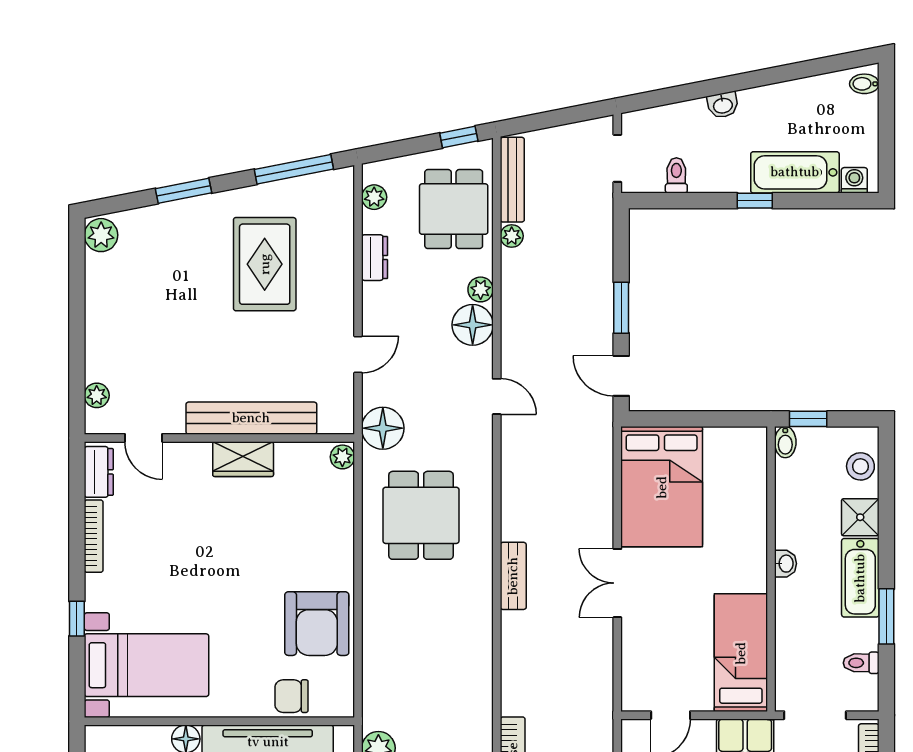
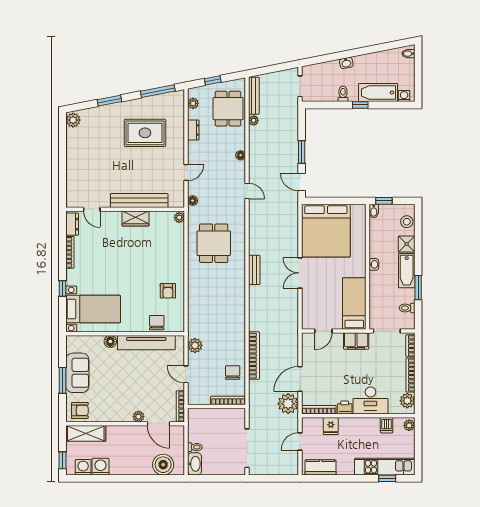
window: (459, 137) -> (213, 80), moved
toilet: (676, 175) -> (343, 94), moved
rug: (265, 264) -> (145, 133), turned 90
plant: (481, 289) -> (240, 144), removed
floor lamp: (473, 325) -> (241, 155), width x0.53, depth x0.53
plant: (97, 395) -> (71, 191), removed
floor lamp: (383, 428) -> (193, 201), width x0.53, depth x0.53
bed: (662, 487) -> (326, 231), width x1.36
armchair: (317, 624) -> (168, 291), width x0.53, depth x0.53
chair: (291, 696) -> (157, 323), turned 90

